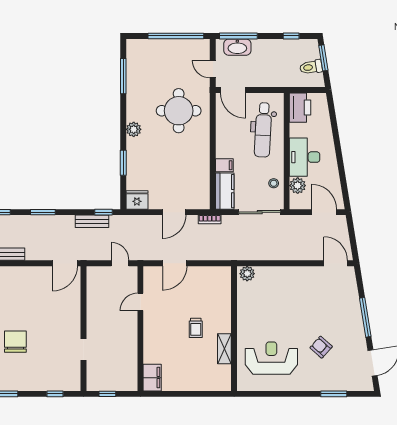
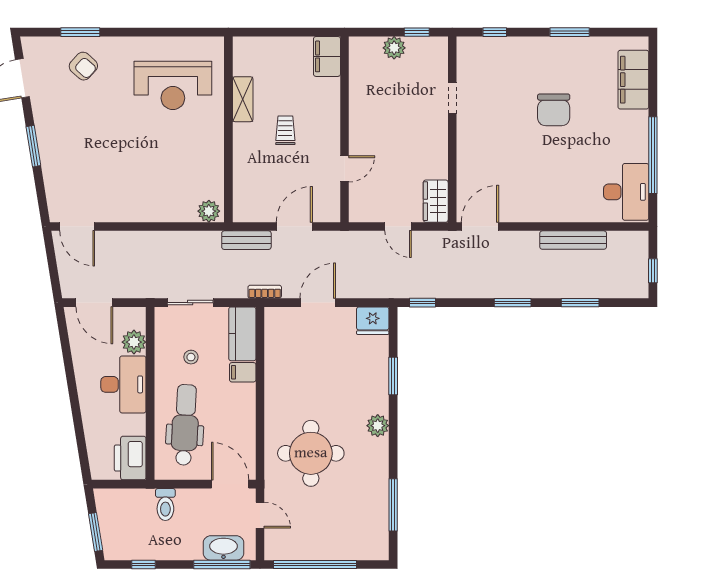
toilet: (311, 67) -> (165, 505), moved, turned 99
stool: (274, 183) -> (191, 357), moved
sliding door: (260, 212) -> (190, 303), width x0.73
bench: (92, 221) -> (246, 240), moved
door: (175, 263) -> (294, 227), moved
wardrobe: (95, 280) -> (436, 201), added
door: (140, 302) -> (345, 169), moved
window: (365, 317) -> (33, 146), width x0.69
wall: (140, 329) -> (345, 129), moved
armchair: (321, 347) -> (83, 66), moved
filing cabinet: (152, 378) -> (327, 56), moved
plant: (123, 383) -> (394, 48), added

